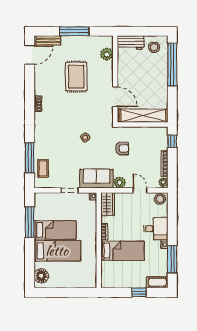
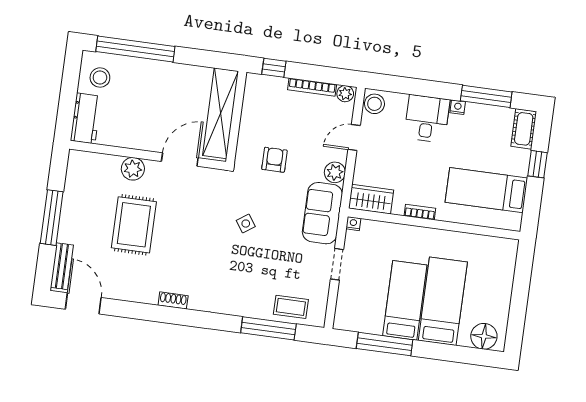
plant: (107, 54) -> (133, 169), moved
rug: (76, 77) -> (134, 225), turned 90
bed: (123, 251) -> (486, 190), moved, turned -90

